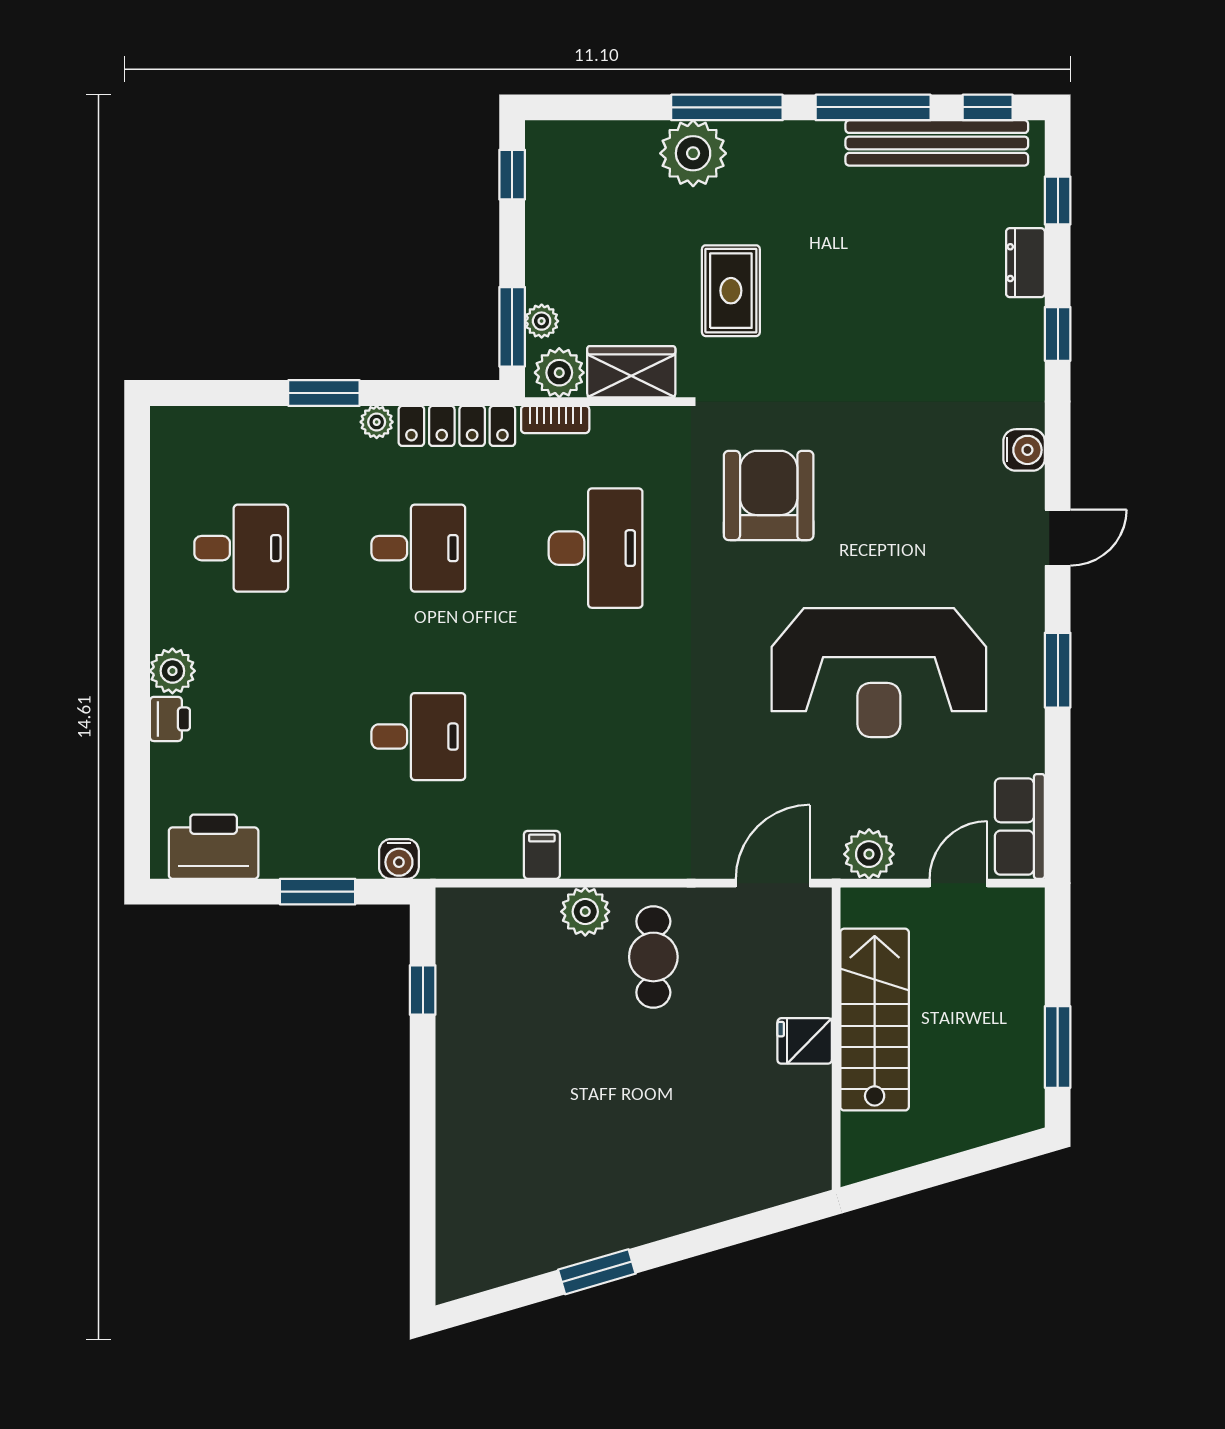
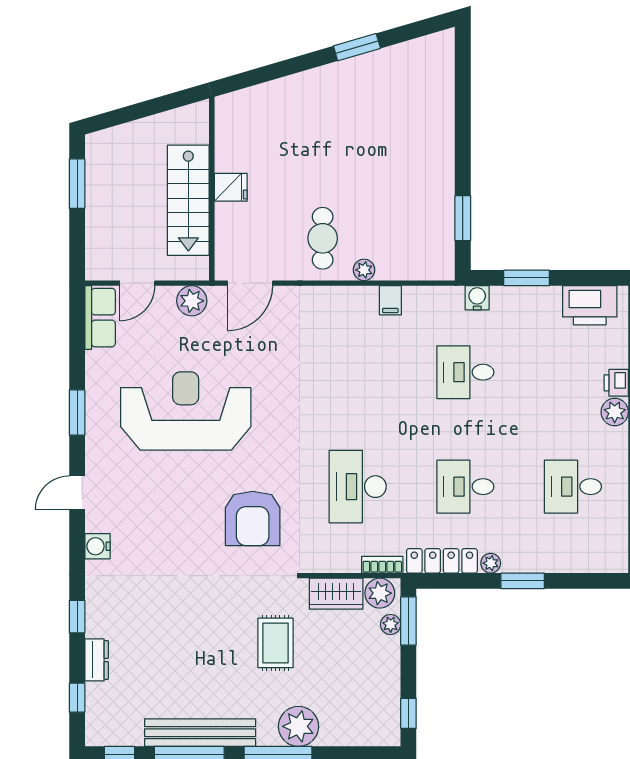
bench: (937, 143) -> (200, 733), moved
plant: (585, 912) -> (364, 270), width x0.73, depth x0.73
window: (423, 990) -> (463, 218), width x1.50

